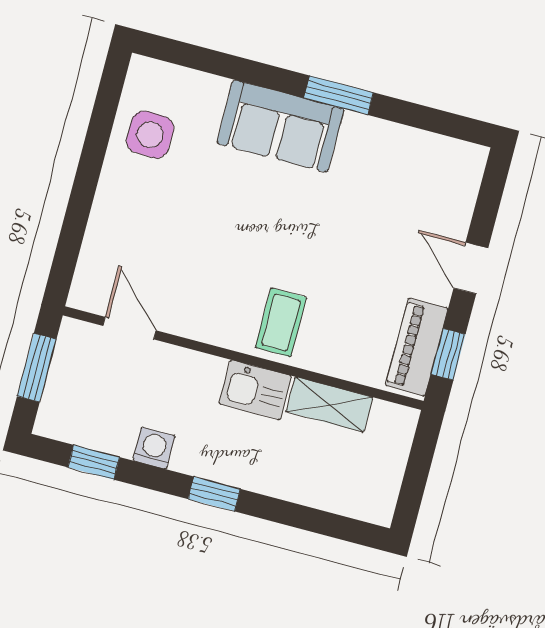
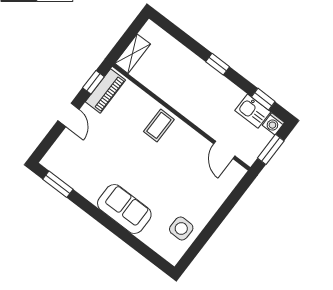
window: (339, 95) -> (58, 184), moved
kitchen sink: (255, 390) -> (253, 111), moved, turned 180
shelving: (329, 404) -> (133, 54), moved, turned 90
washing machine: (154, 448) -> (273, 124), moved

